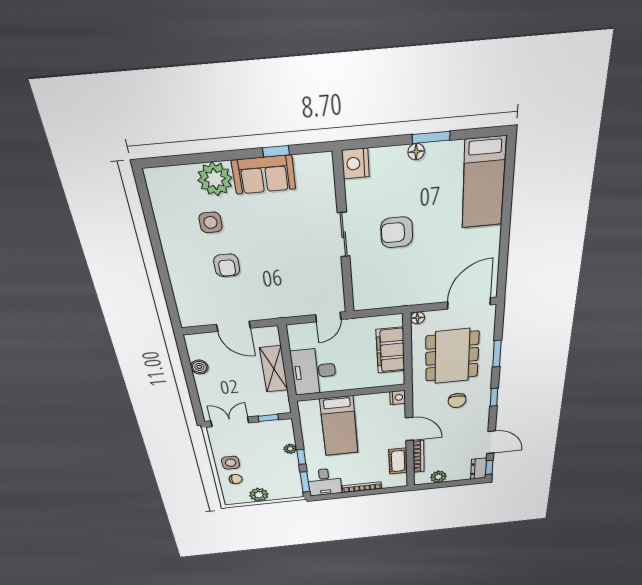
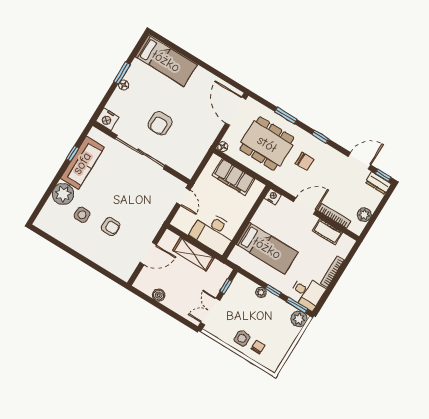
sofa: (264, 175) -> (82, 163), width x1.36
sliding door: (344, 235) -> (140, 152), width x1.86
plant: (259, 495) -> (299, 319), moved

